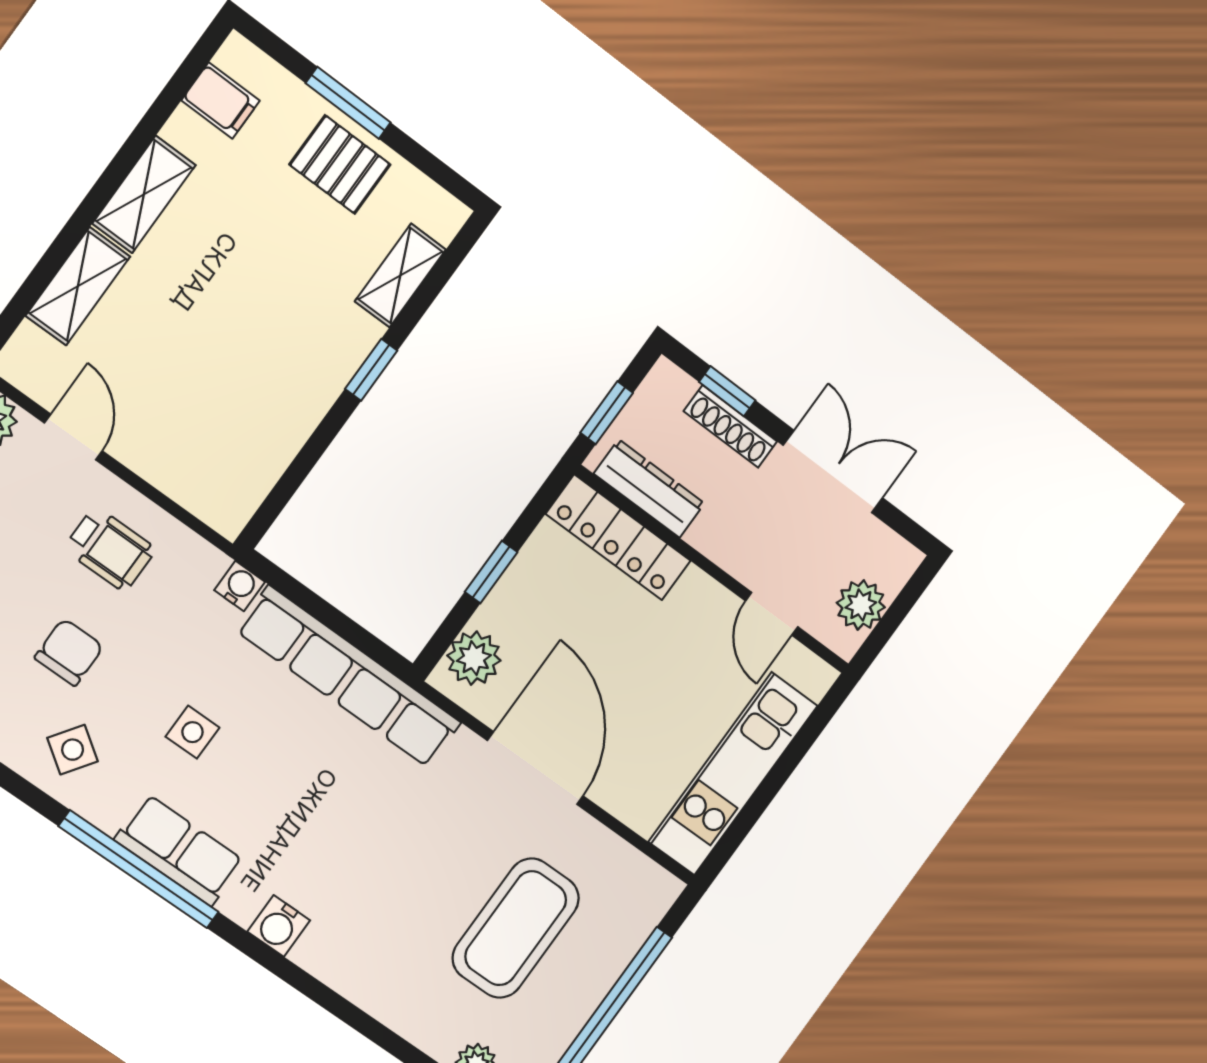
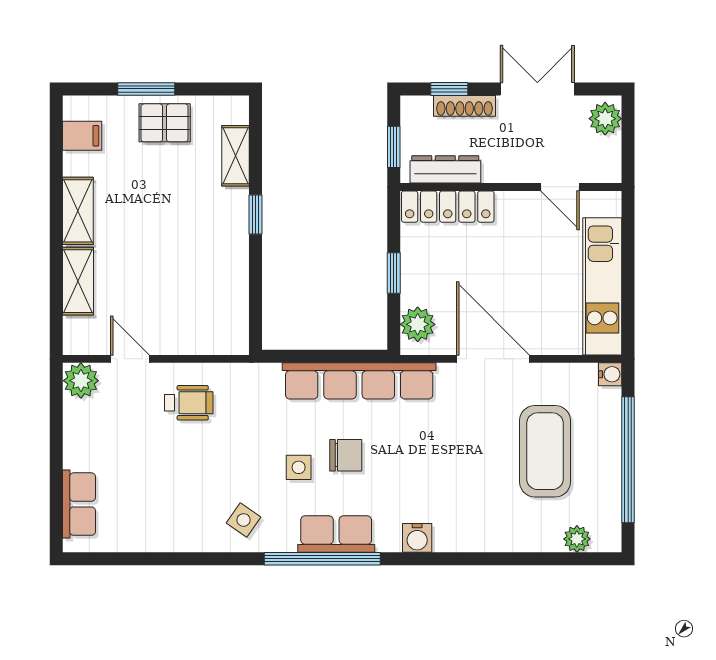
water cooler: (240, 586) -> (610, 374), moved, turned 90
plant: (861, 605) -> (605, 119), moved
chair: (69, 652) -> (346, 455), moved, turned 90

